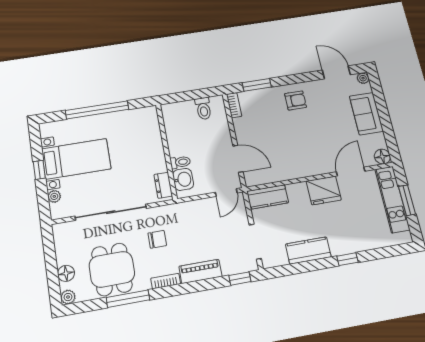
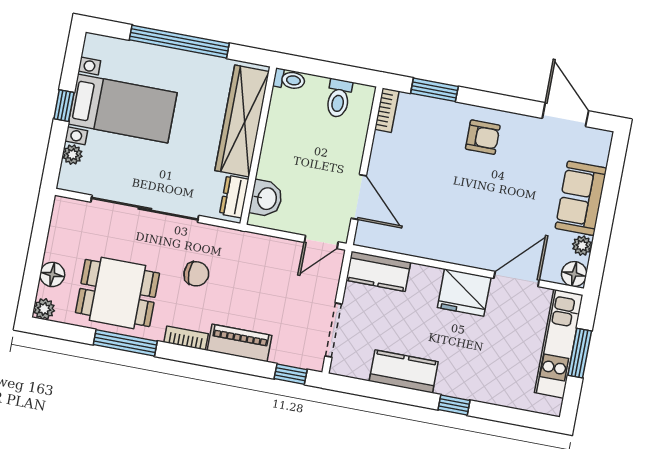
plant: (363, 78) -> (582, 246), moved
wardrobe: (151, 141) -> (242, 121), added
toilet: (180, 162) -> (289, 80), moved
dining table: (112, 269) -> (117, 293), turned 90

